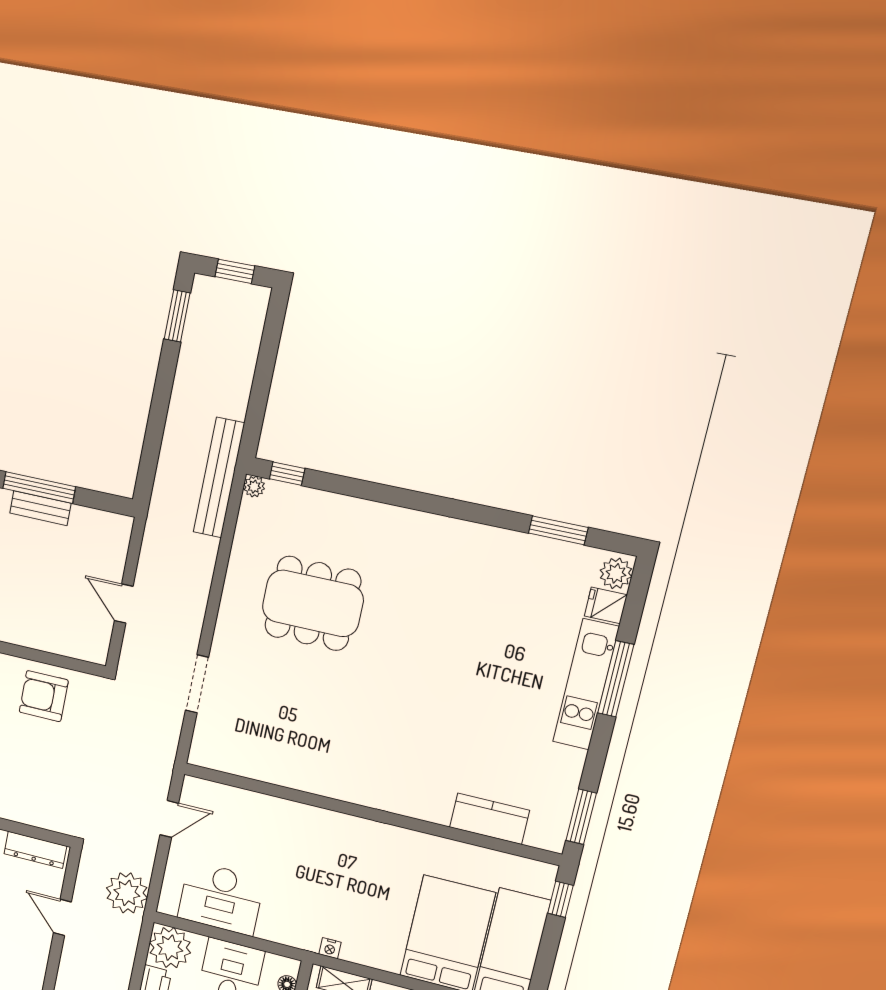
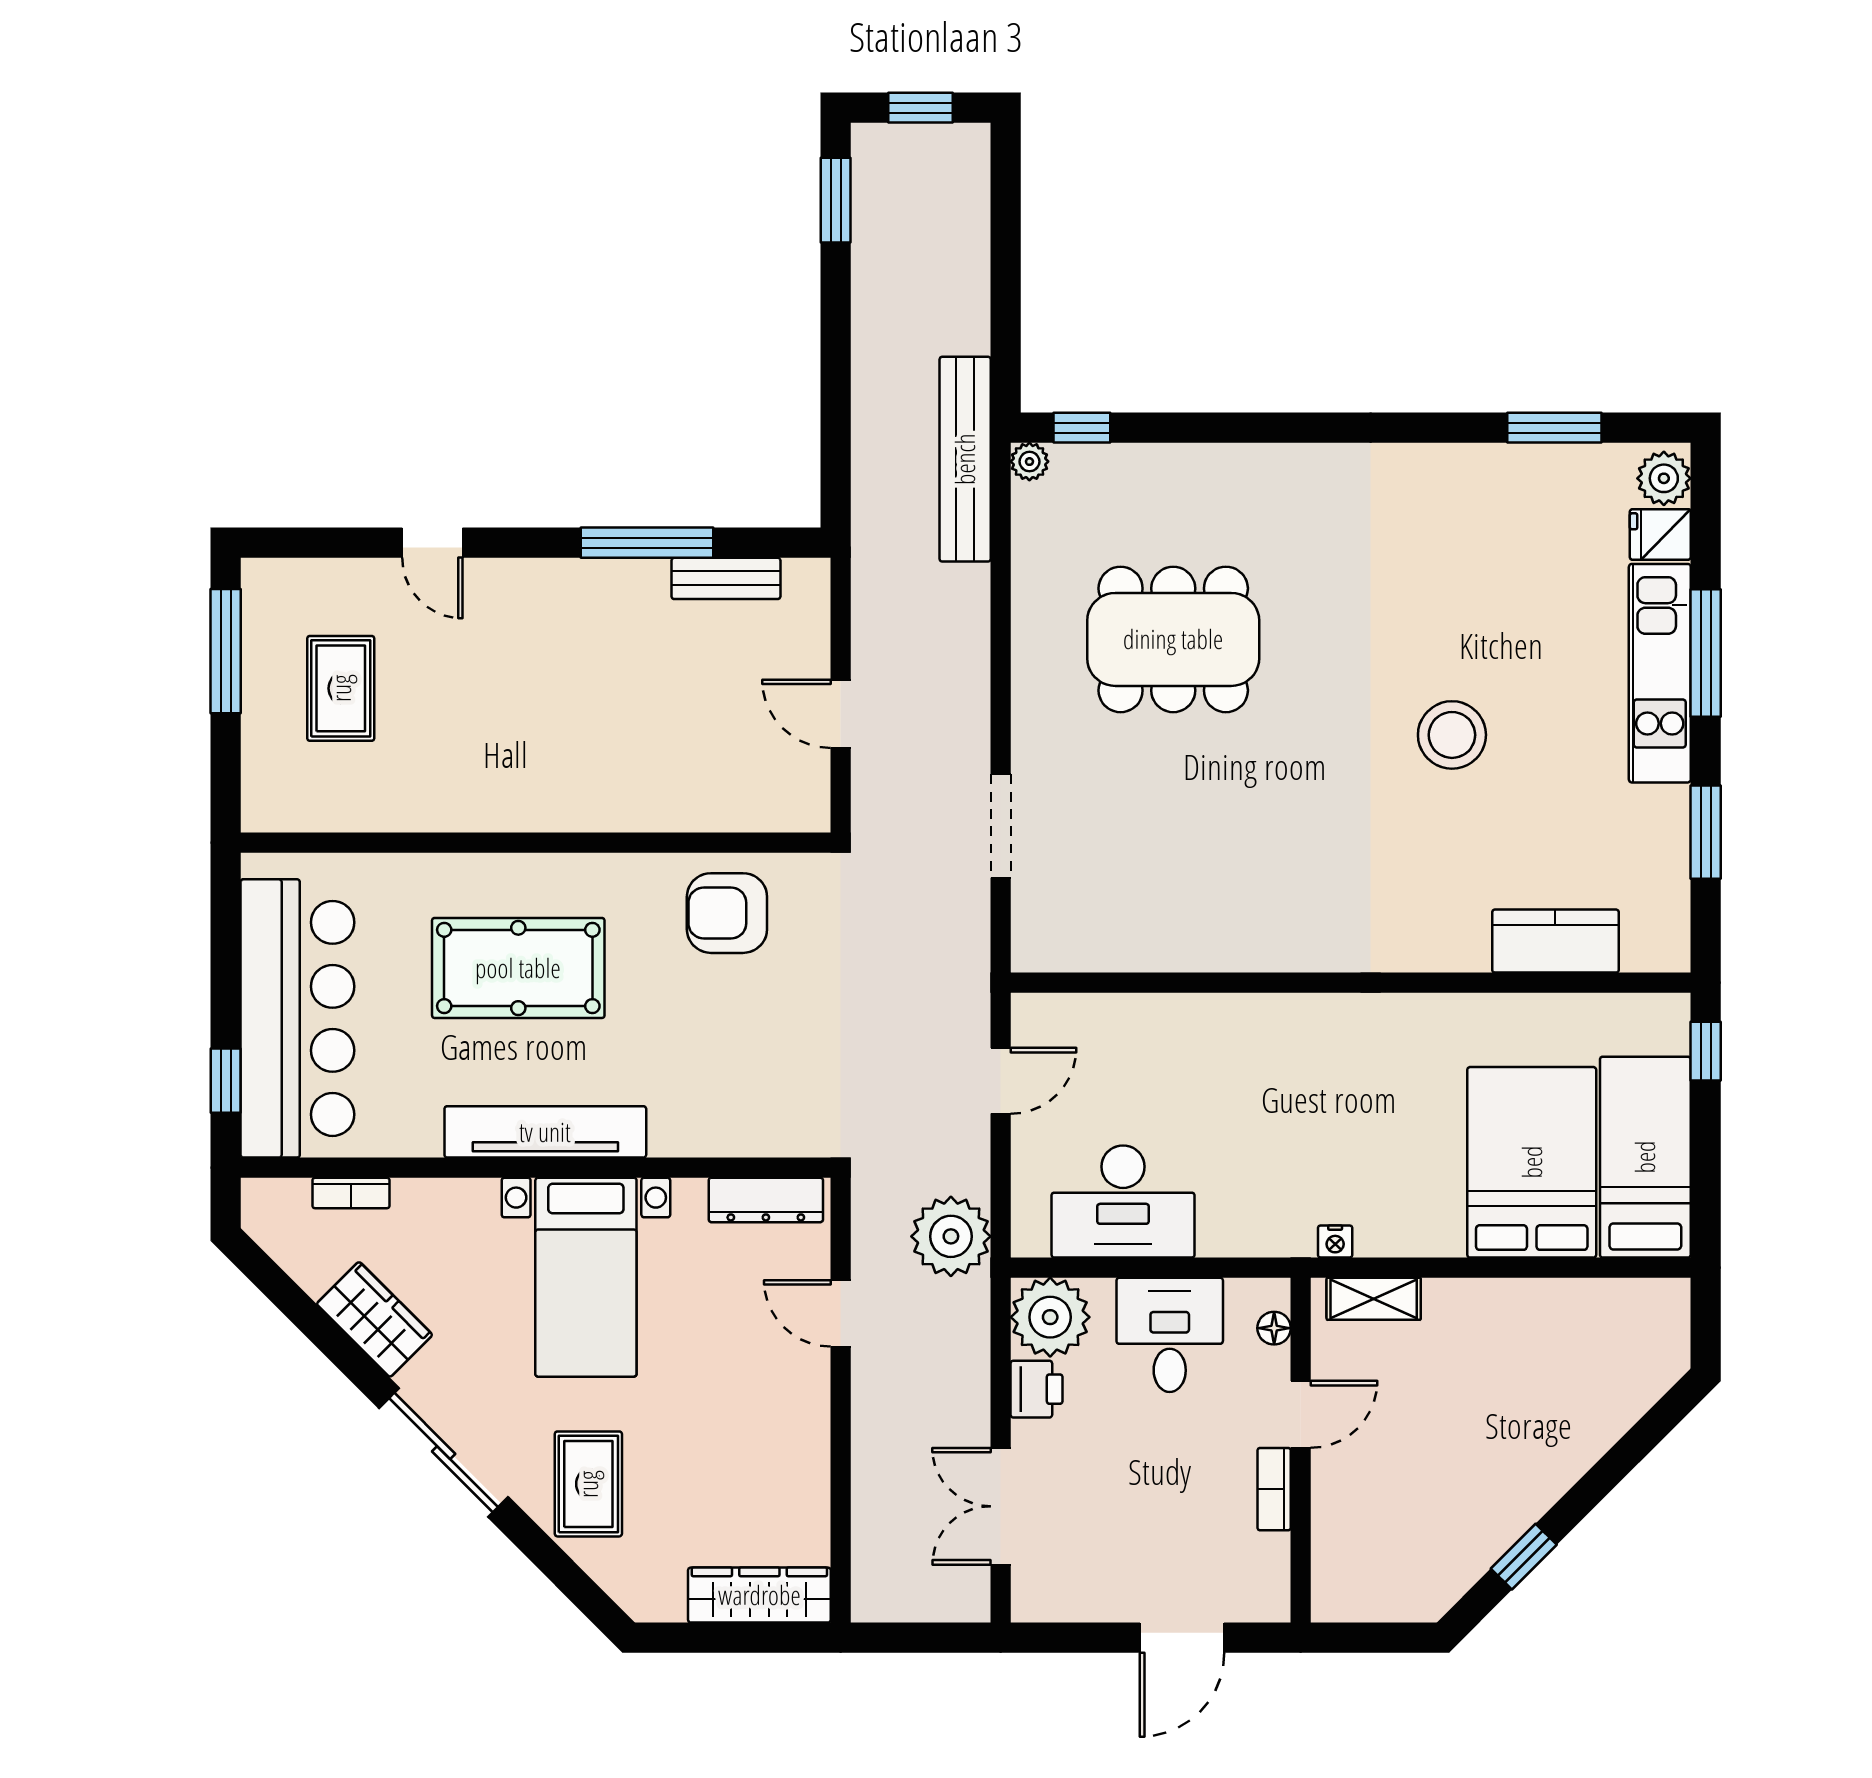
bench: (40, 508) -> (726, 578), moved
stool: (458, 692) -> (1452, 735), added
window: (581, 817) -> (1706, 832), moved

